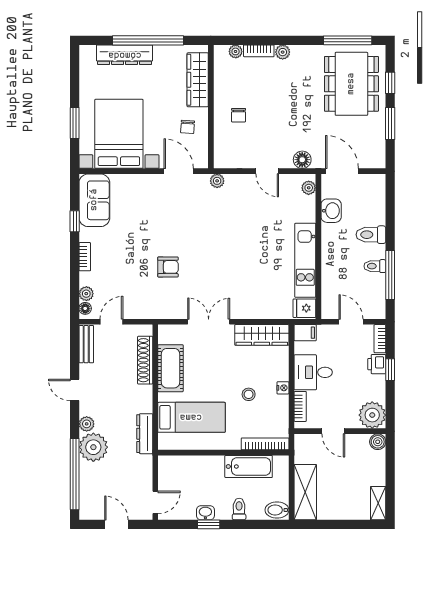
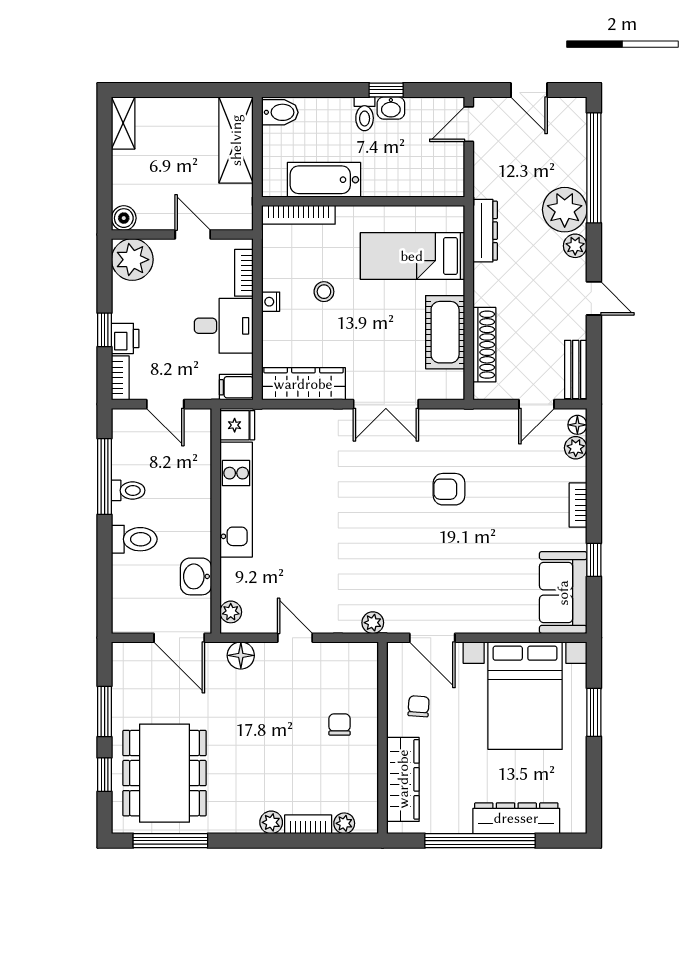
toilet: (239, 509) -> (365, 114), moved

